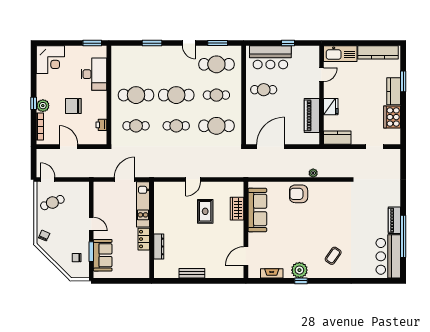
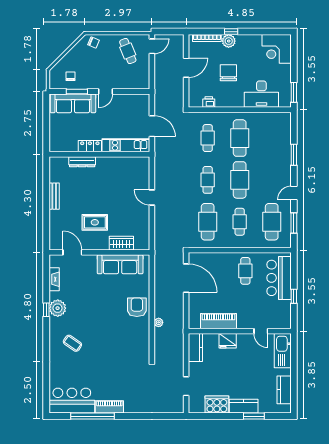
kitchen counter: (378, 52) -> (284, 390), width x0.67
rug: (205, 211) -> (95, 222), moved
sofa: (103, 255) -> (73, 103), width x1.36

